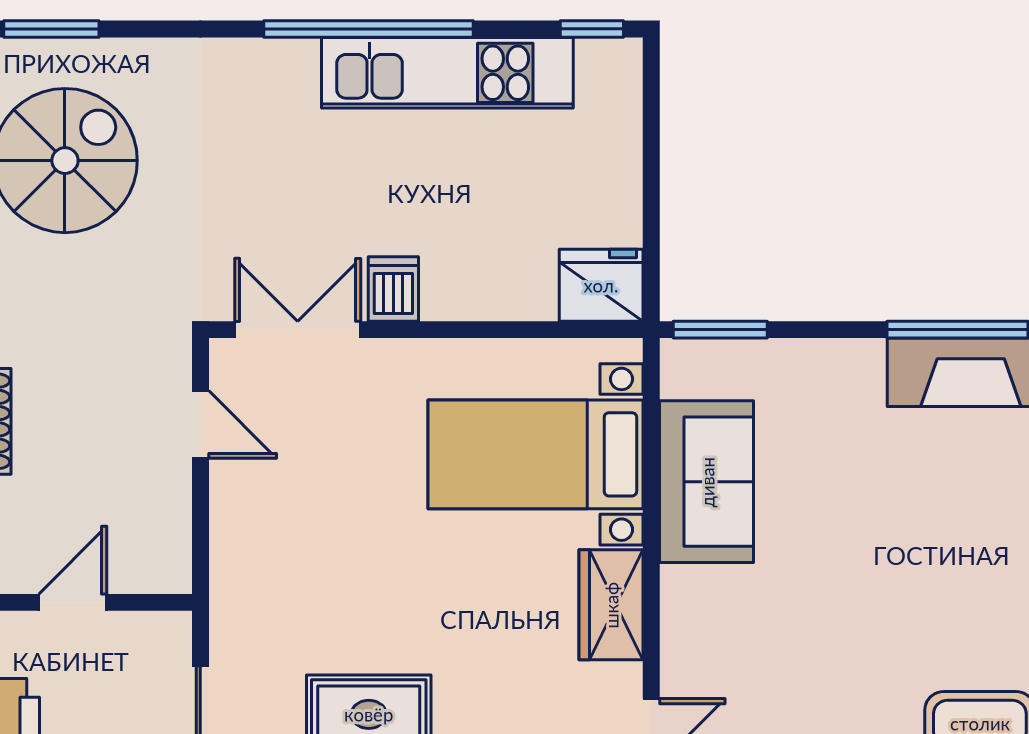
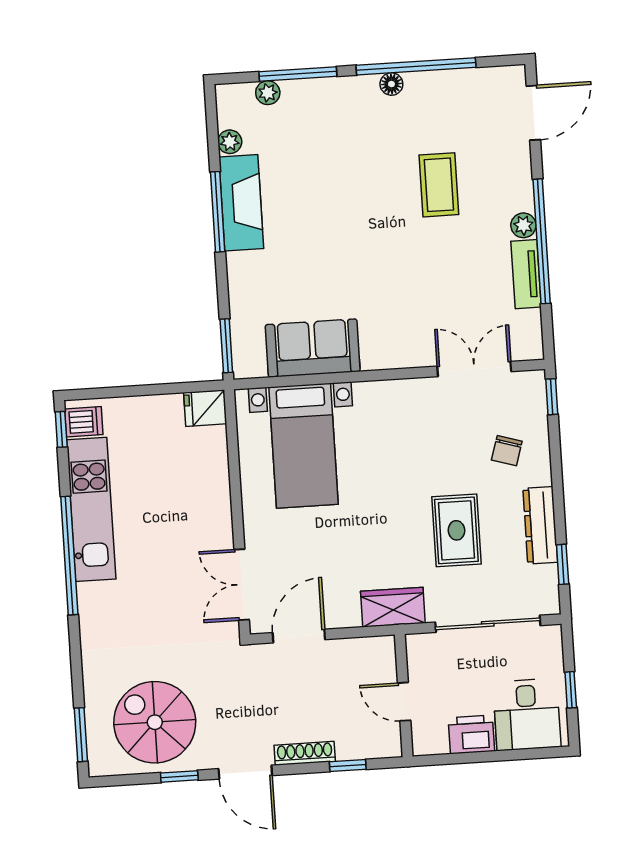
fridge: (601, 285) -> (205, 408), width x0.72
dishwasher: (393, 289) -> (84, 422), moved, turned 180
door: (200, 425) -> (299, 636), width x1.38
wardrobe: (611, 605) -> (393, 607), moved, turned 180

